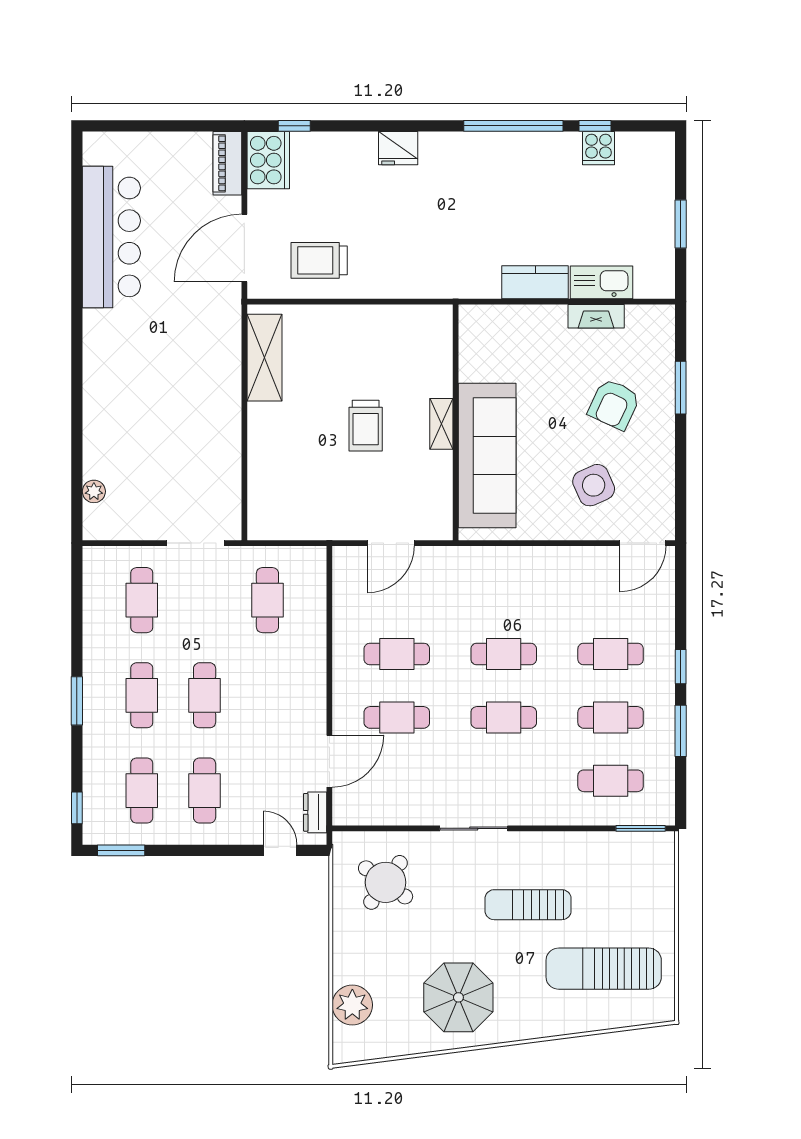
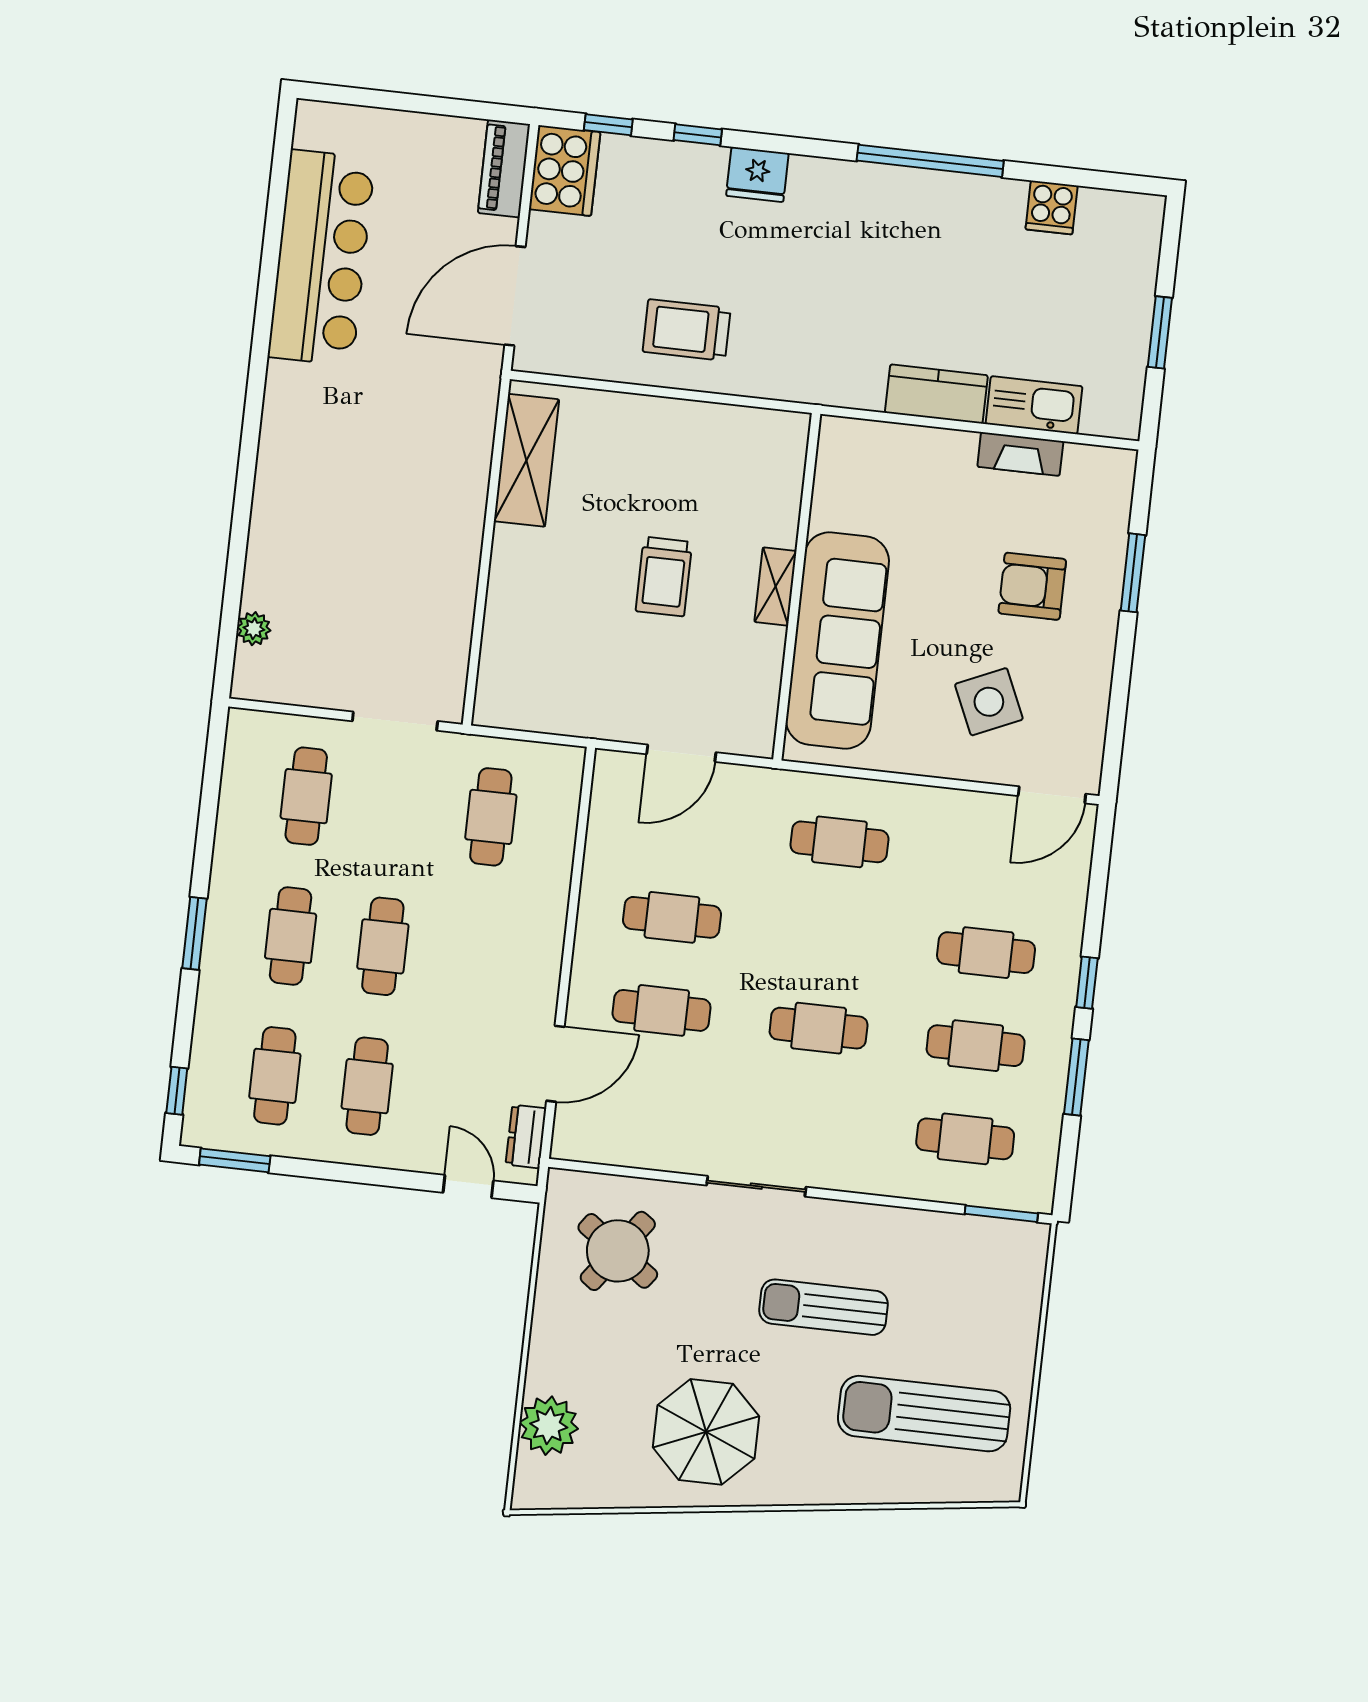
window: (595, 126) -> (698, 135), moved
trolley: (319, 260) -> (687, 330), moved
armchair: (614, 404) -> (1032, 586), turned 65
cafe table: (504, 654) -> (839, 842), moved

